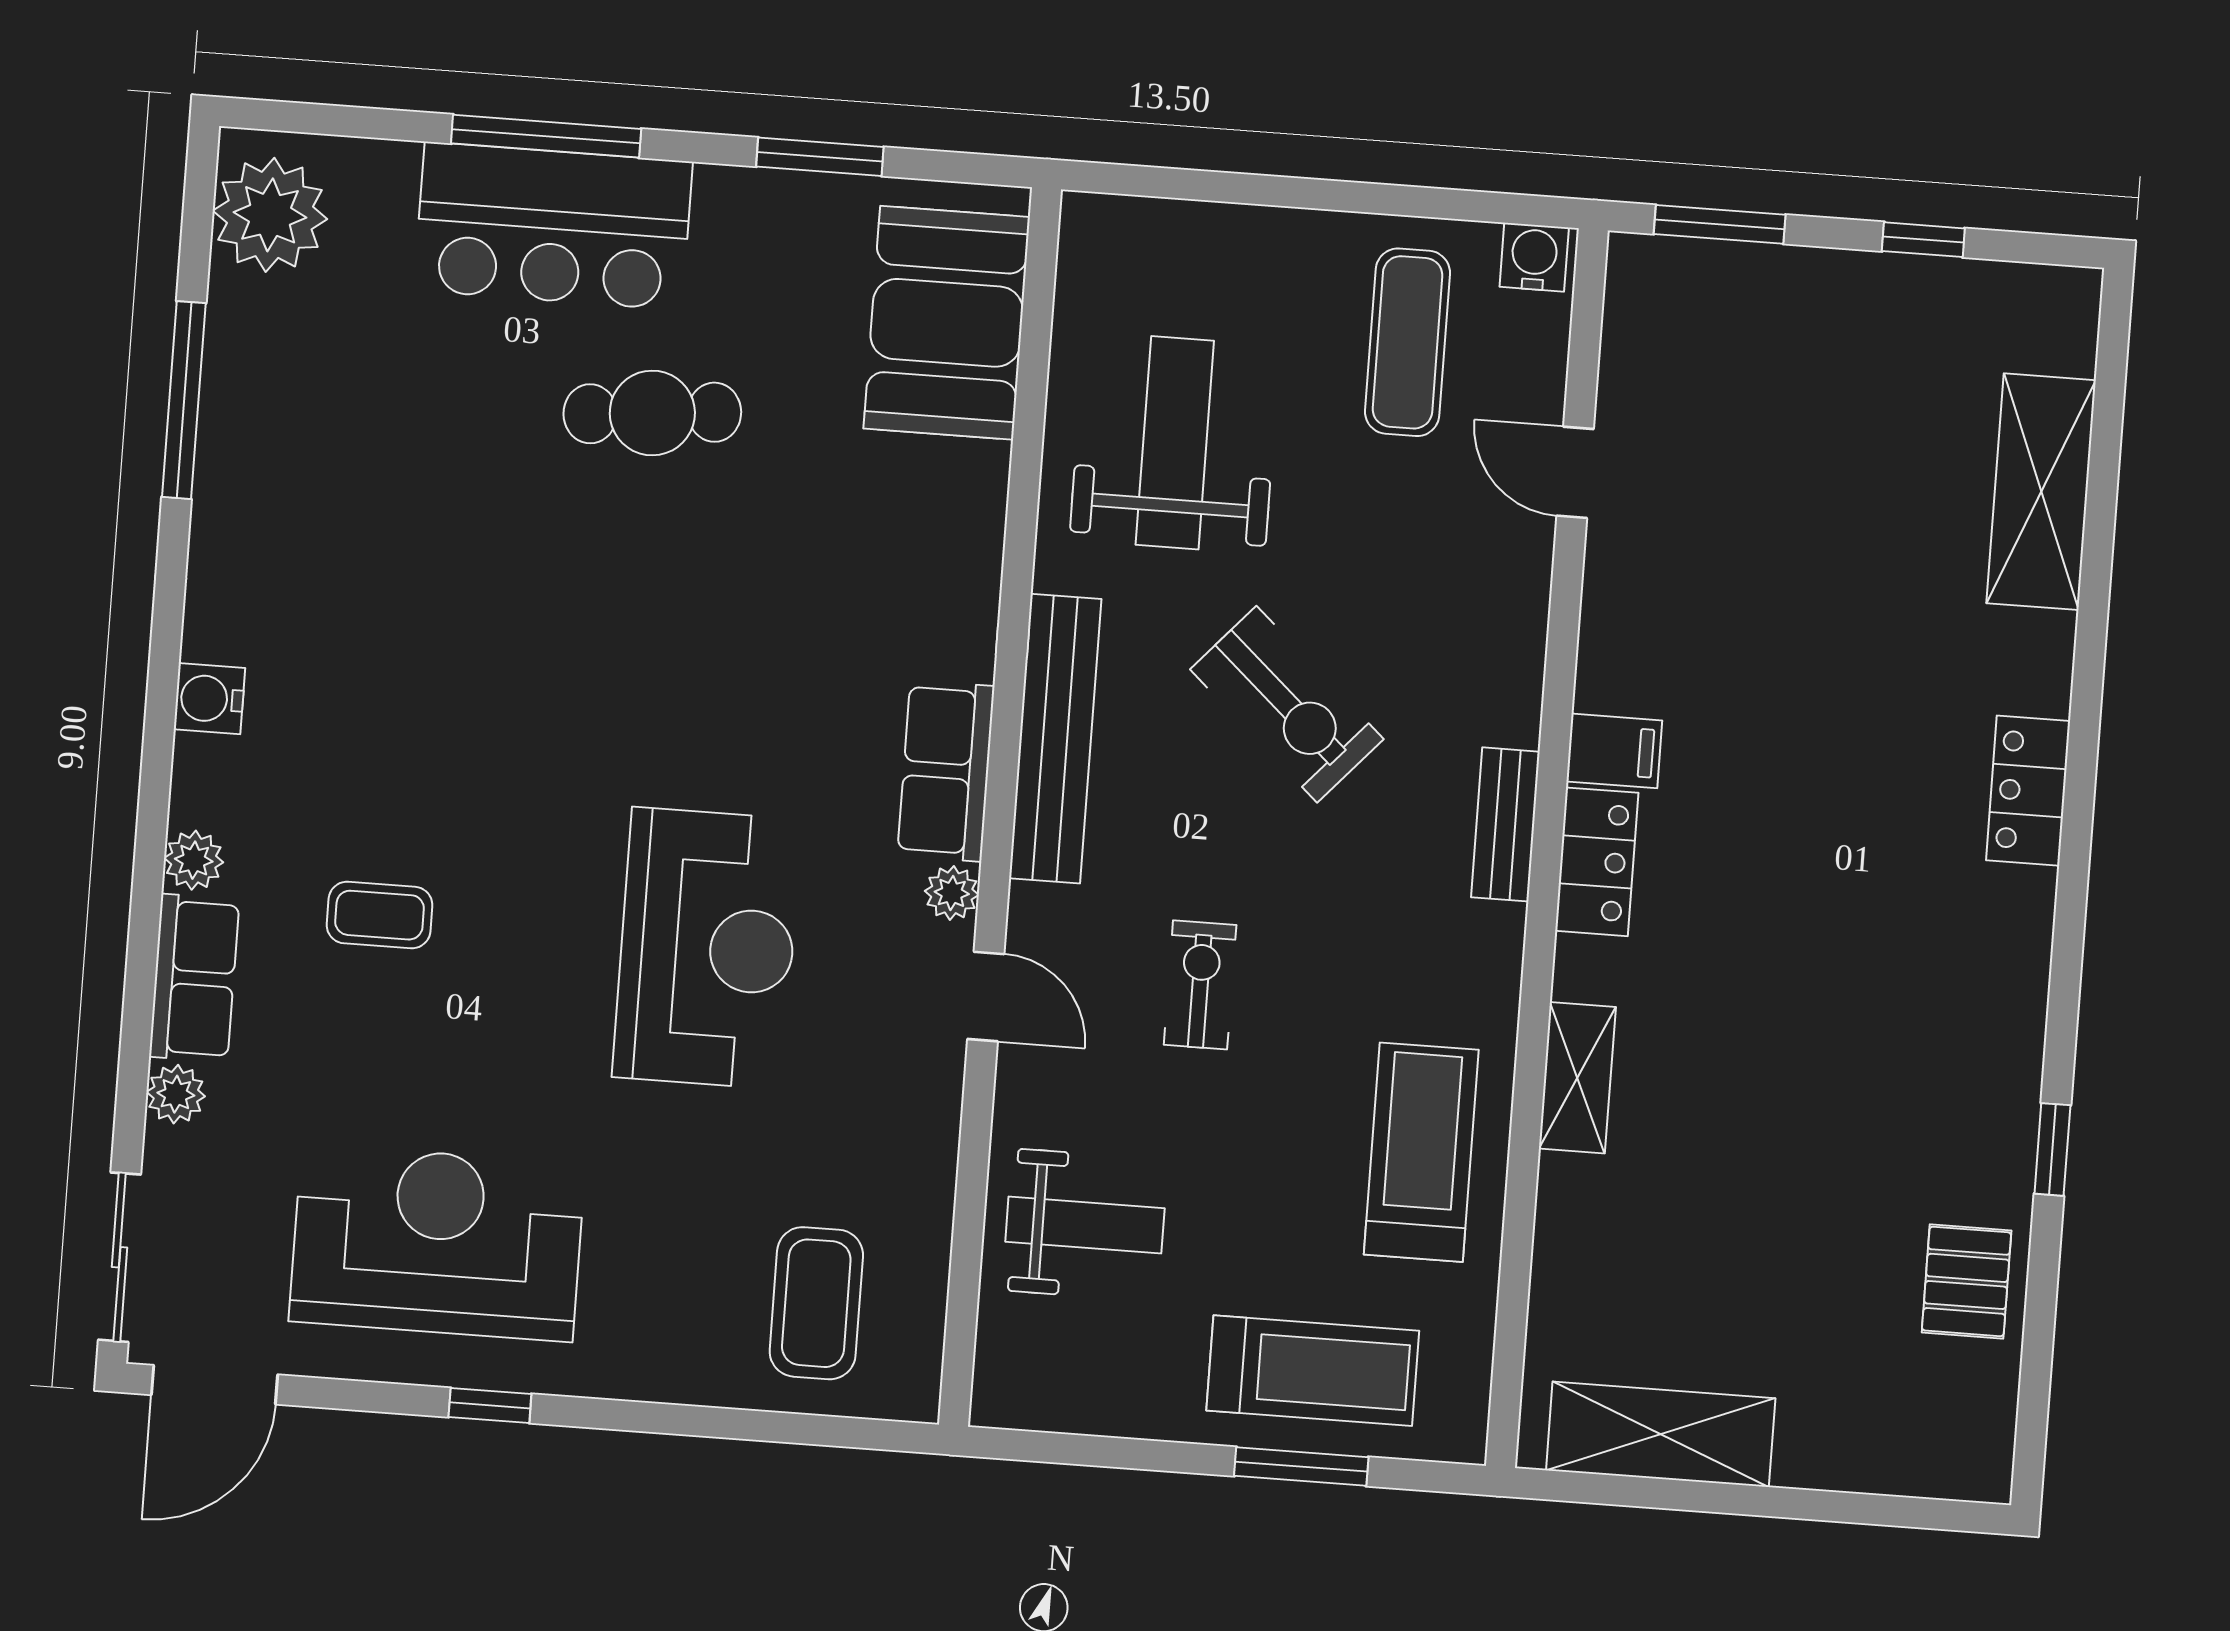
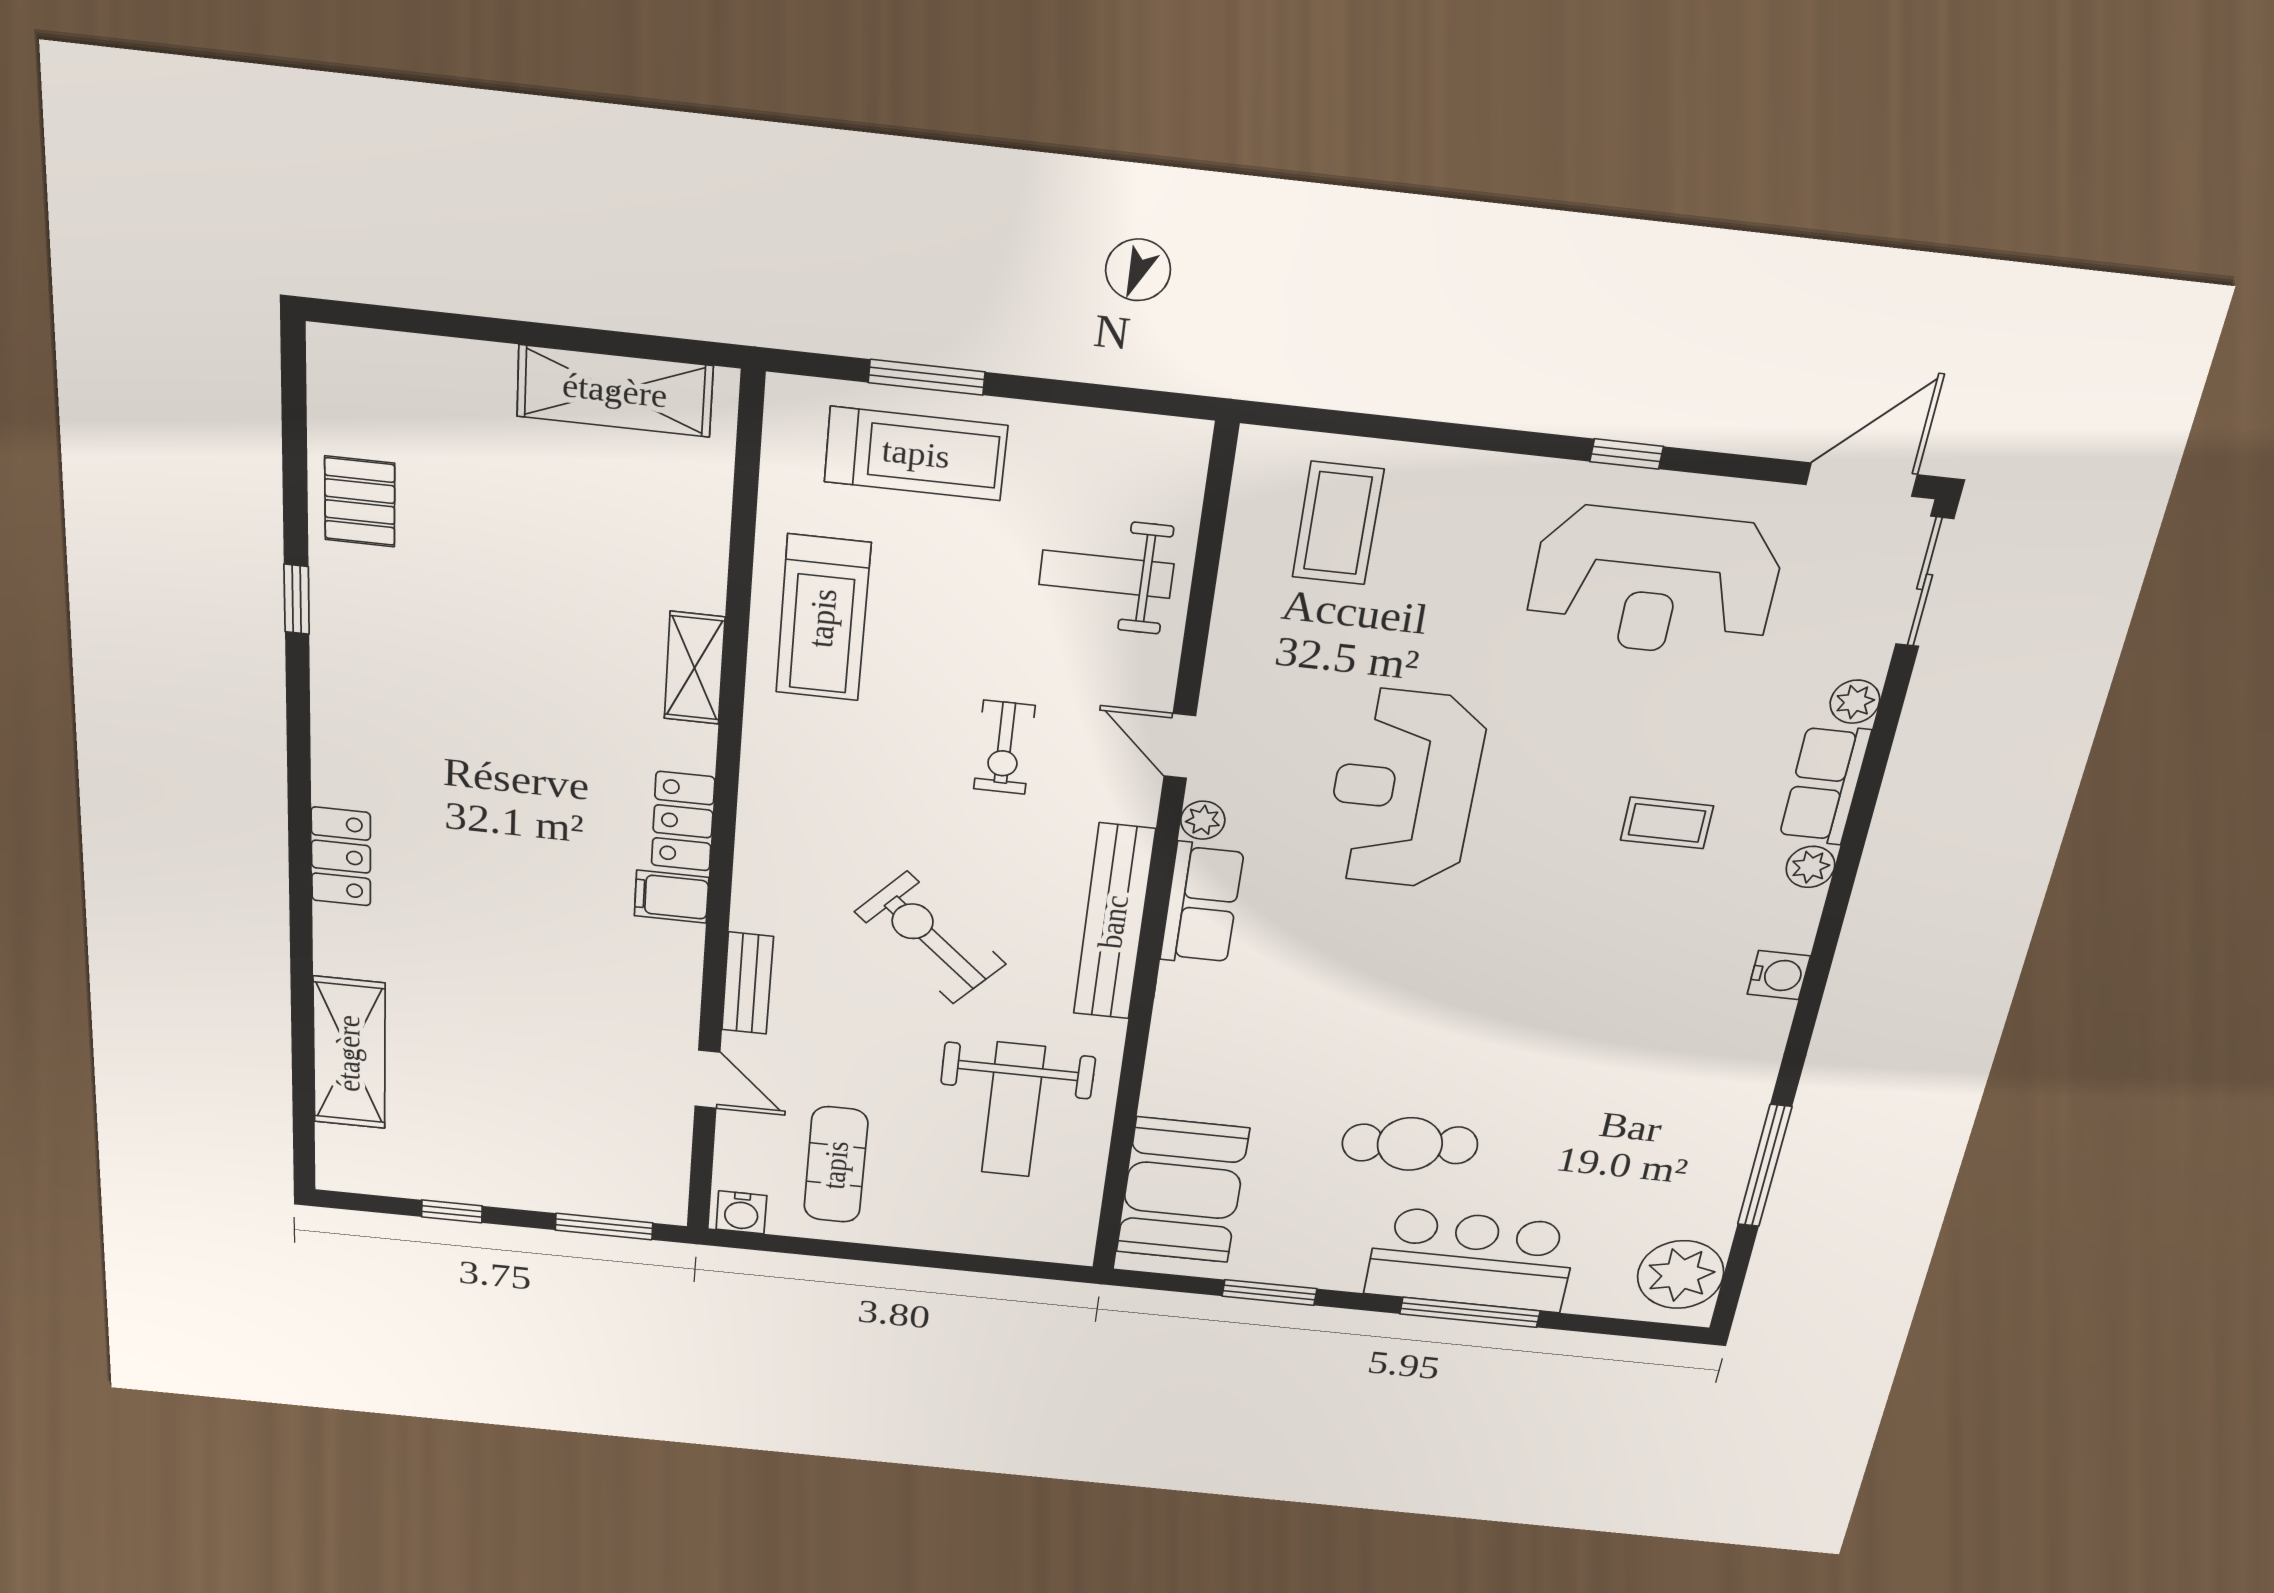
bench: (1505, 824) -> (747, 983), moved
treadmill: (1313, 1371) -> (916, 454), turned 180

